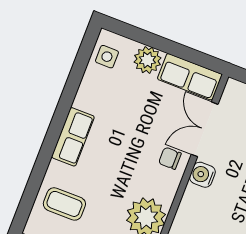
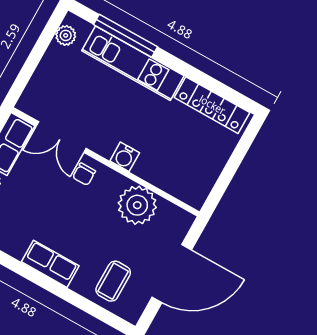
water cooler: (202, 175) -> (125, 157), moved

